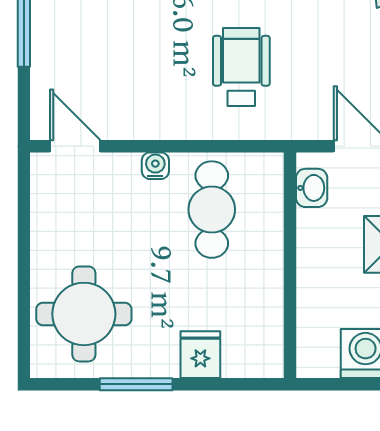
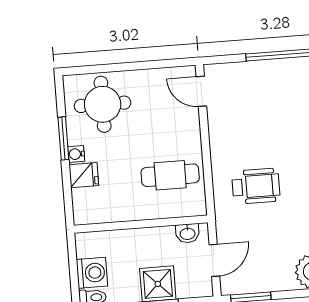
door: (75, 146) -> (201, 91), swing flipped
water cooler: (155, 166) -> (76, 154), moved, turned 180

